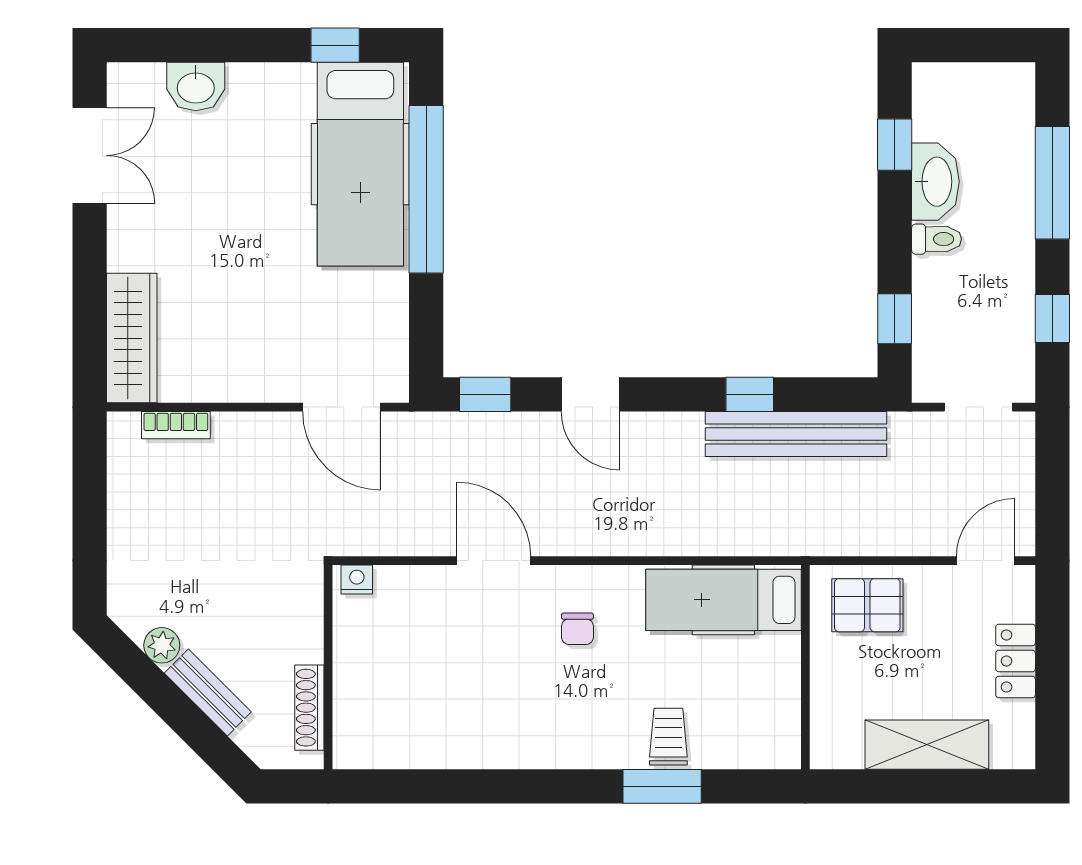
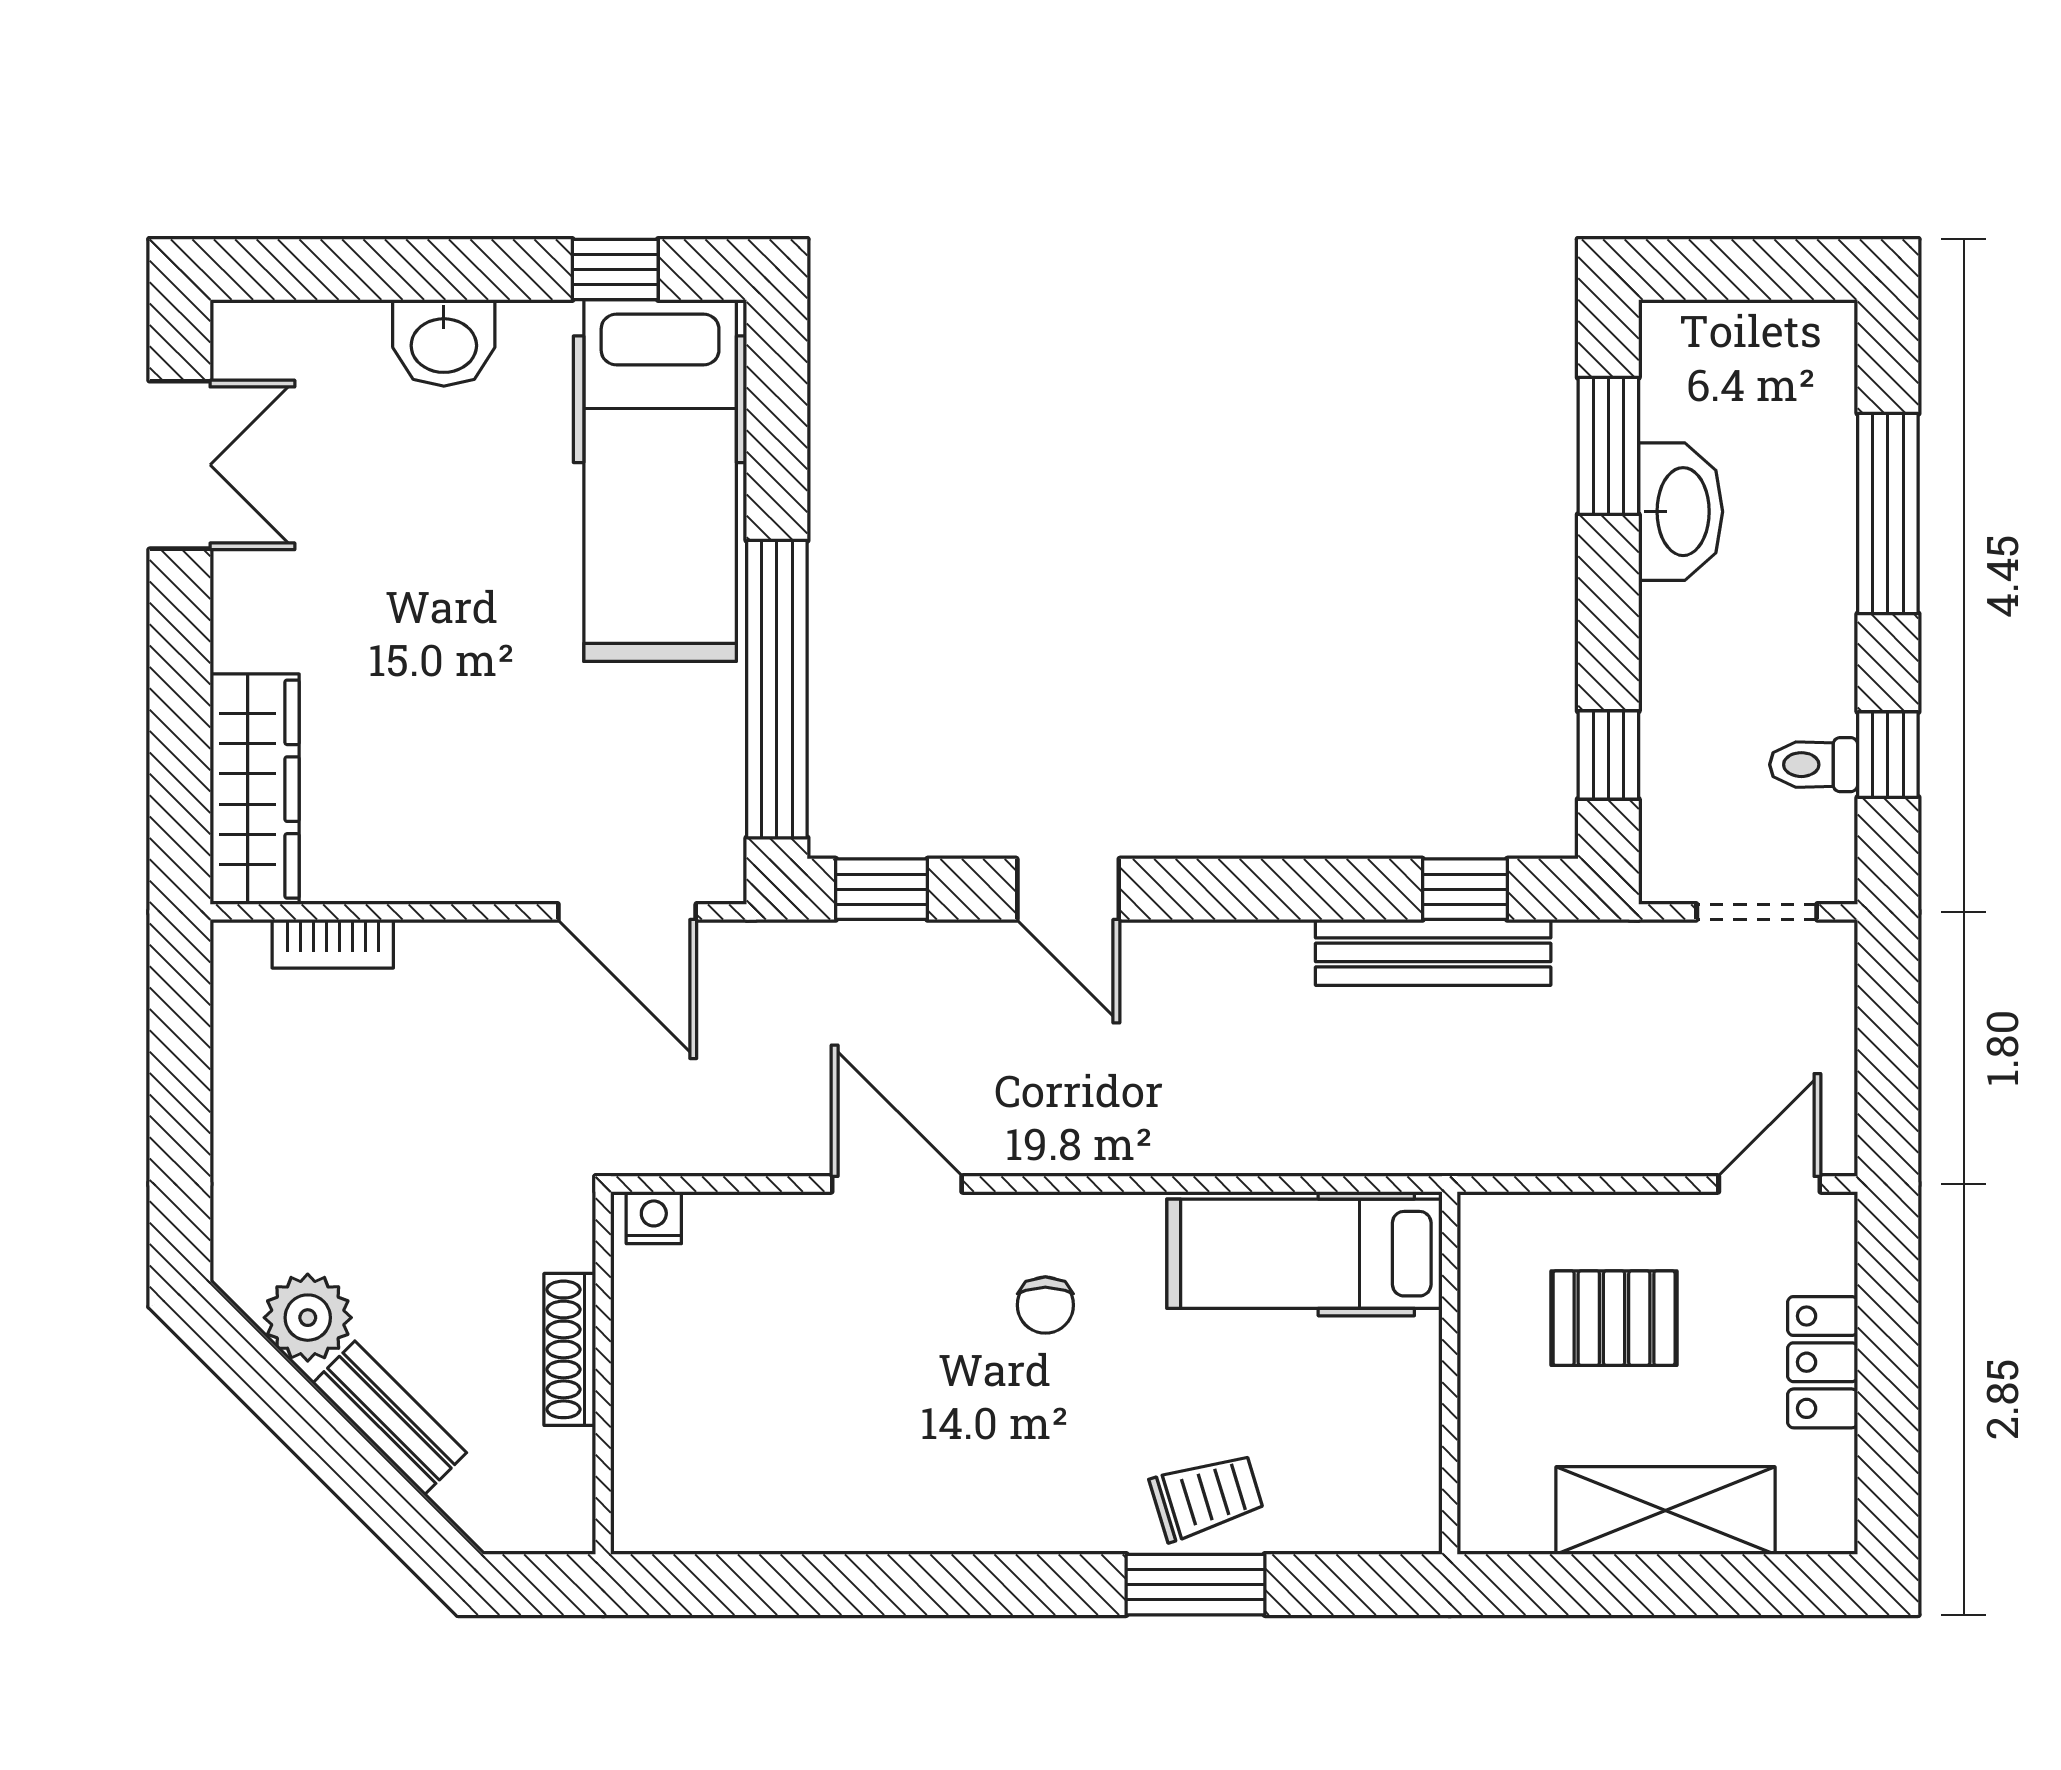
washbasin: (196, 87) -> (444, 343), moved
window: (895, 145) -> (1608, 446), width x1.50
window: (426, 189) -> (777, 689), moved
toilet: (937, 239) -> (1814, 765), moved, turned 180
window: (750, 394) -> (1465, 889), moved
bench: (796, 434) -> (1433, 952), width x0.73, depth x0.82
pallet: (867, 605) -> (1614, 1318), moved
plant: (162, 645) -> (308, 1318), width x1.38, depth x1.38
shoe rack: (309, 708) -> (570, 1349), moved
trolley: (668, 737) -> (1207, 1497), turned 73

